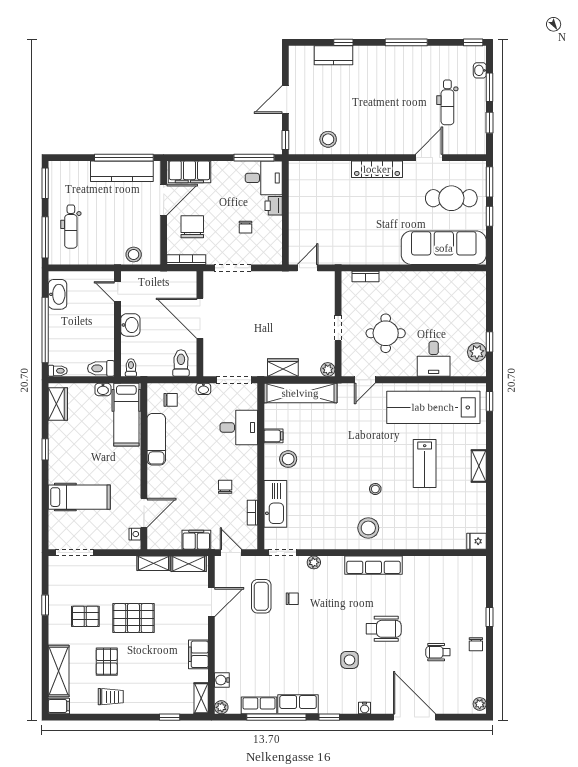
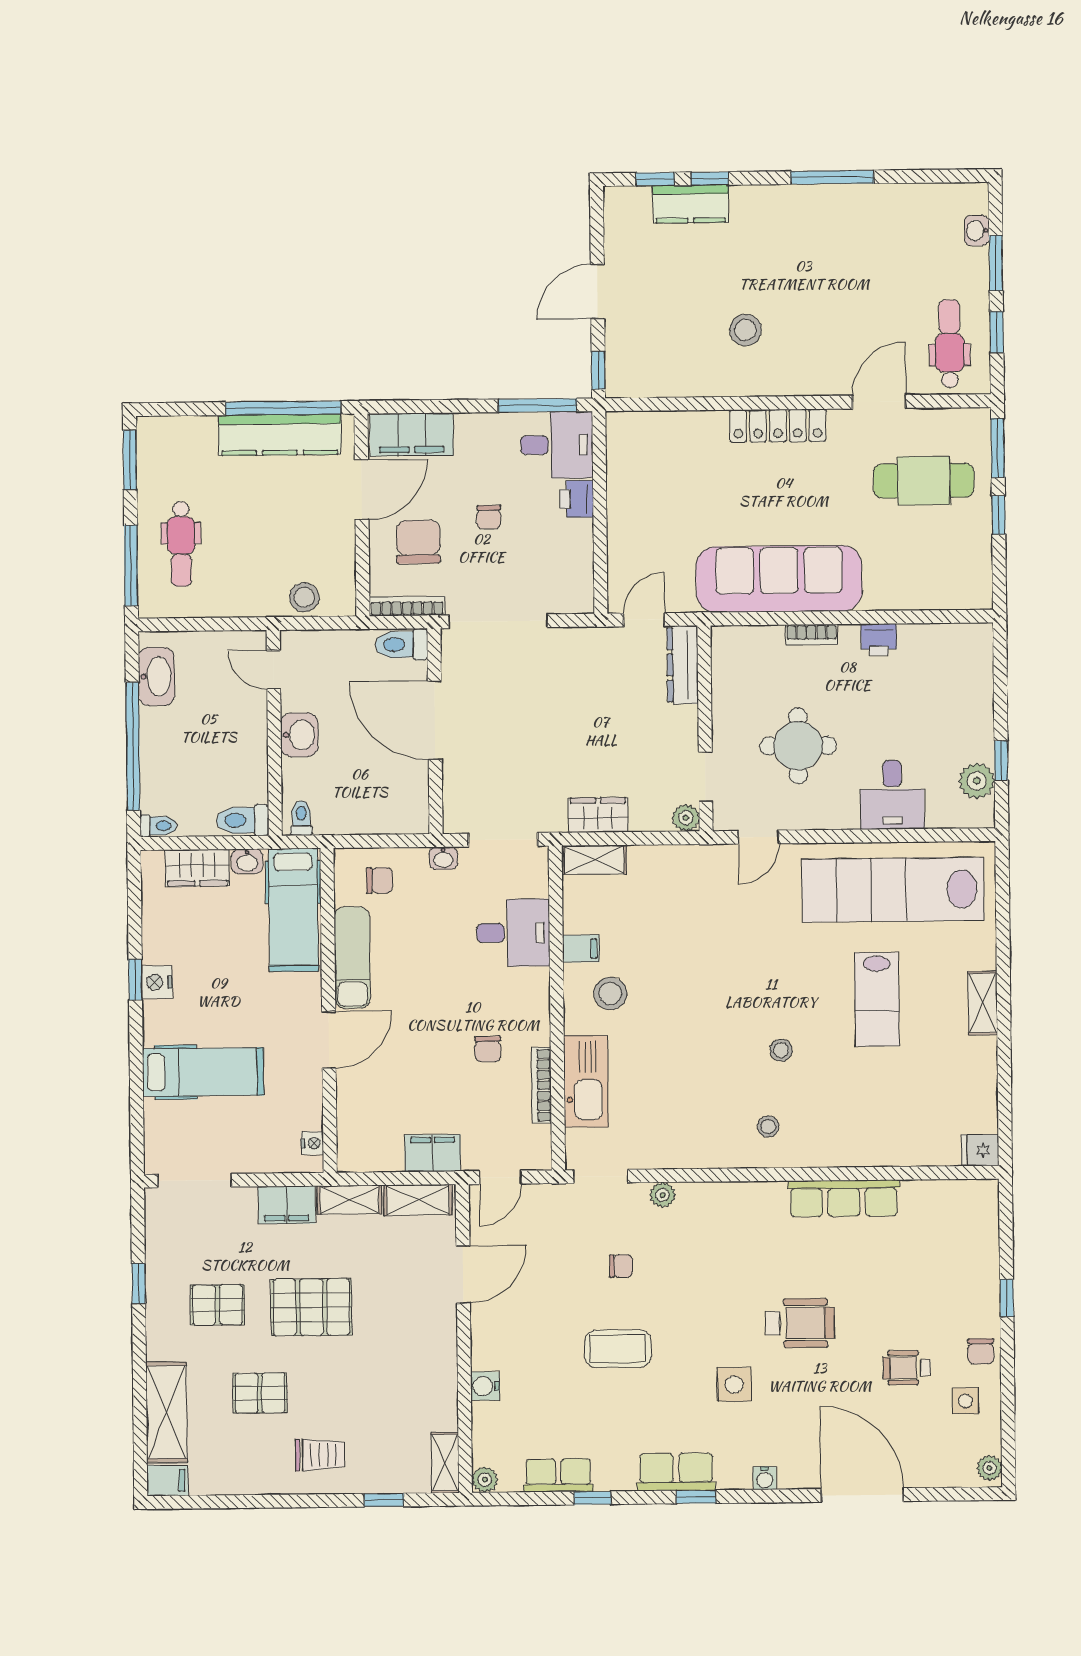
window: (473, 42) -> (655, 179), moved
dental chair: (447, 102) -> (950, 344), moved, turned 180
stool: (328, 139) -> (746, 330), moved
chair: (246, 227) -> (489, 517), moved
sofa: (444, 248) -> (779, 579), moved
doorway: (233, 268) -> (498, 621), width x1.36
bookcase: (365, 276) -> (811, 635), moved
printer: (428, 279) -> (879, 640), added
dresser: (327, 291) -> (683, 665), added
doorway: (338, 328) -> (705, 777), moved
toilet: (181, 363) -> (401, 645), moved, turned -90
shelving: (300, 393) -> (594, 860), width x0.45, depth x0.75
window: (489, 401) -> (1002, 877), removed
wardrobe: (58, 404) -> (197, 868), moved, turned 90
nightstand: (56, 451) -> (157, 982), added
chair: (225, 487) -> (488, 1049), turned 180
door: (144, 513) -> (329, 1040), moved
bookcase: (252, 513) -> (541, 1085), width x1.56
stool: (368, 528) -> (768, 1126), width x0.53, depth x0.53
door: (231, 553) -> (500, 1177), swing flipped
row of seats: (373, 565) -> (844, 1198), moved
coffee table: (261, 596) -> (618, 1349), moved, turned 90
filing cabinet: (198, 654) -> (287, 1205), moved, turned -90
pallet: (107, 662) -> (260, 1393), turned 90
side table: (468, 670) -> (965, 1401), added
water cooler: (222, 680) -> (485, 1386), moved
trolley: (111, 697) -> (320, 1455), moved
row of seats: (298, 704) -> (676, 1472), moved
window: (276, 717) -> (592, 1498), width x0.32

